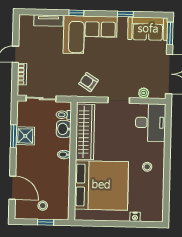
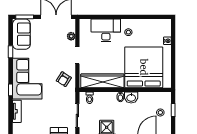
desk: (151, 123) -> (106, 30), moved
washbasin: (64, 129) -> (131, 98), moved

